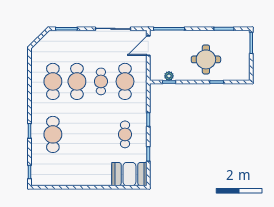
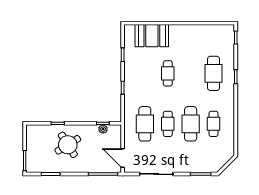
door: (148, 46) -> (123, 158), swing flipped
round table: (206, 59) -> (68, 145), turned -32
cafe table: (53, 81) -> (214, 124), width x0.73, depth x0.74
cafe table: (125, 134) -> (168, 73), moved
booth: (129, 174) -> (152, 36), moved

